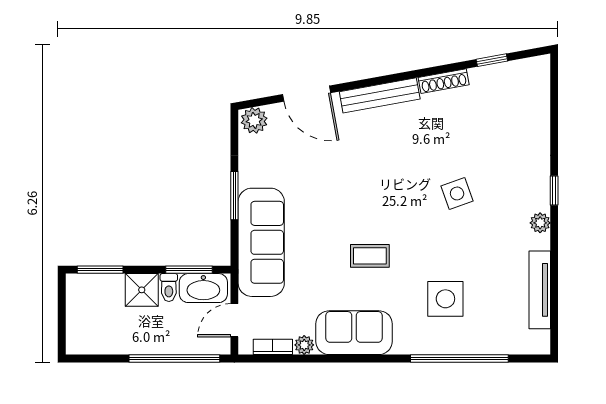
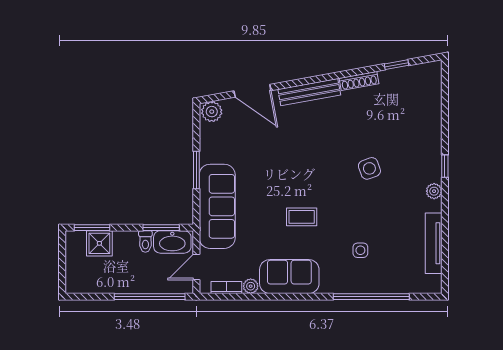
shower: (142, 290) -> (99, 243), moved
side table: (445, 299) -> (360, 250), width x0.54, depth x0.54

